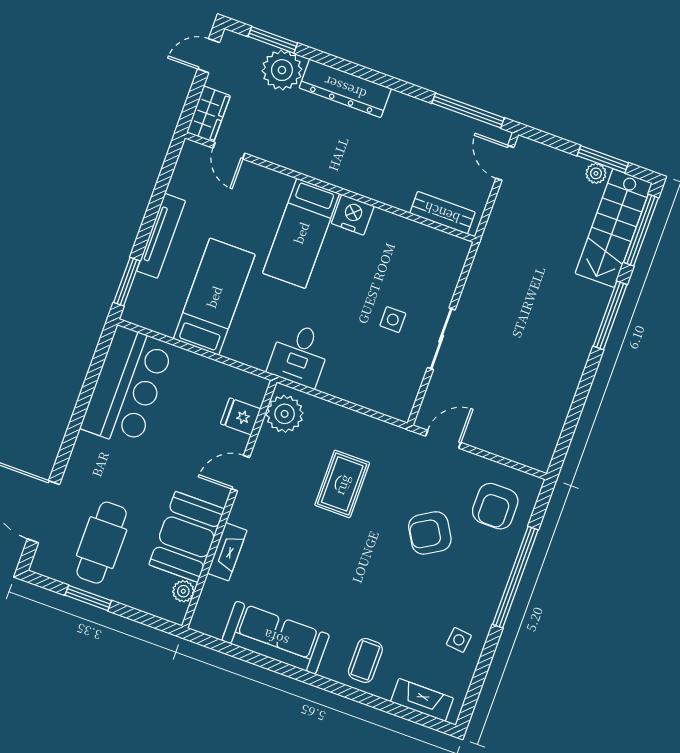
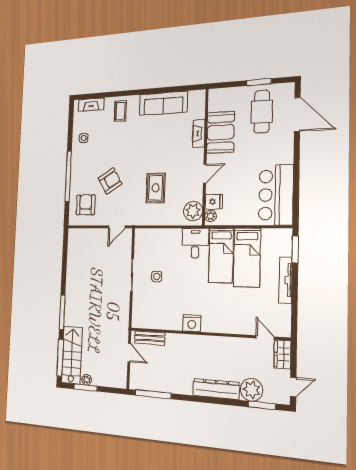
door: (505, 163) -> (129, 353), moved
bed: (301, 233) -> (221, 255), moved, turned 180
plant: (183, 591) -> (211, 216), moved

